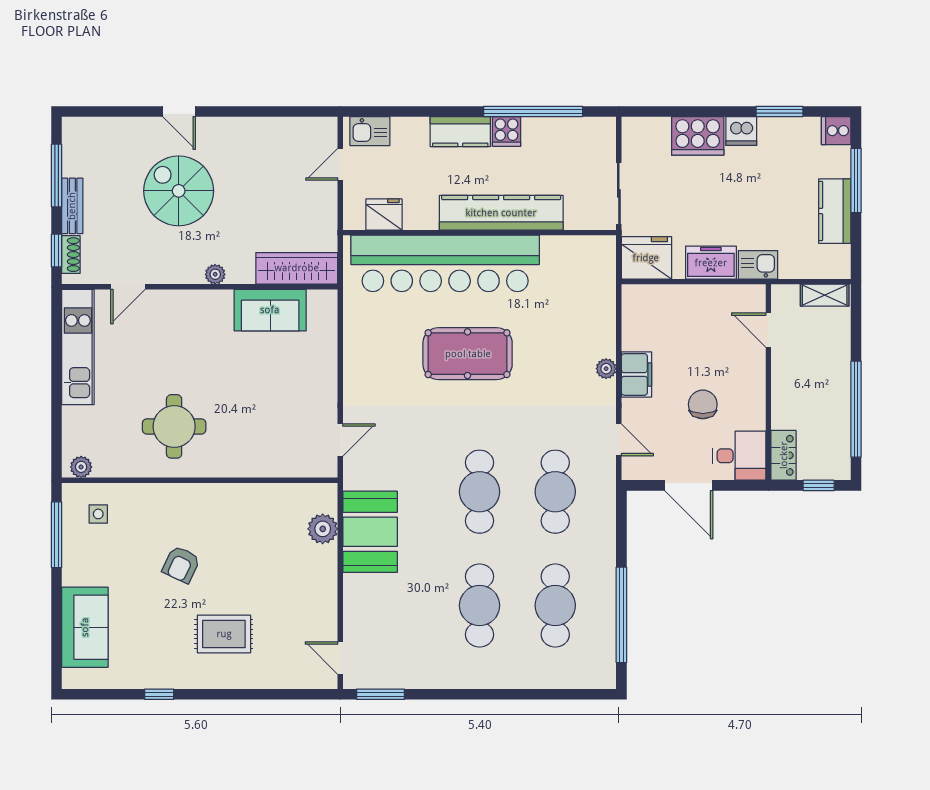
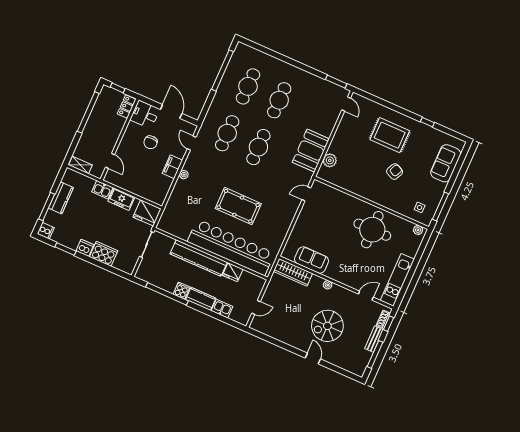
kitchen sink: (370, 131) -> (222, 309), moved
spiral stairs: (179, 191) -> (327, 326), turned 90
fridge: (384, 214) -> (233, 272), moved
round table: (174, 426) -> (372, 230), width x1.36, depth x1.36
rug: (224, 634) -> (390, 135), width x1.36, depth x1.43

